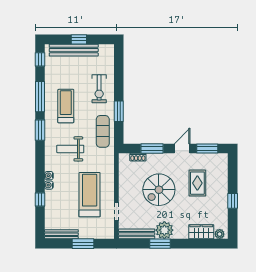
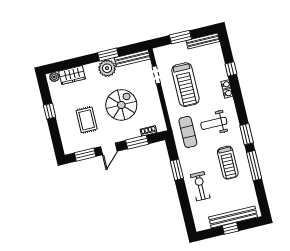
window: (40, 59) -> (263, 201), removed
exercise mat: (103, 131) -> (188, 132), moved
weight bench: (70, 149) -> (214, 123), turned 180

